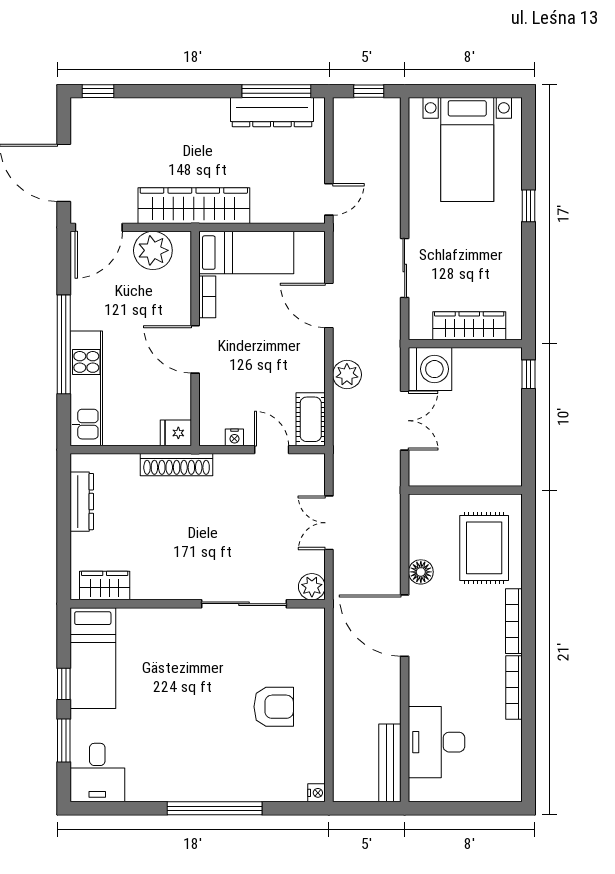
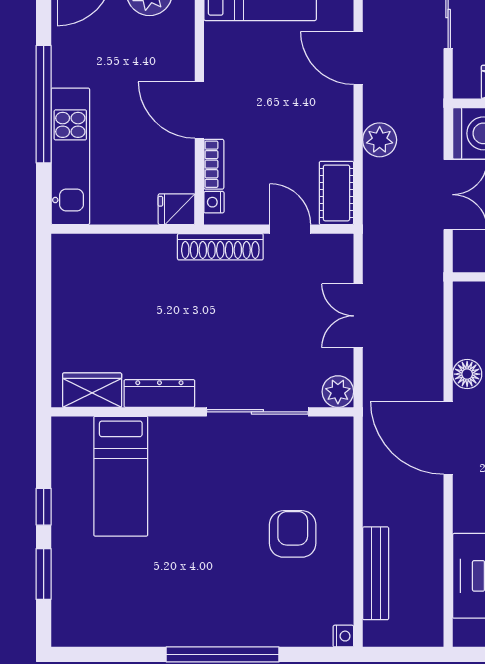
bookcase: (207, 297) -> (214, 164), moved
nightstand: (234, 437) -> (214, 202), moved, turned 90
shoe rack: (177, 465) -> (220, 247), moved
dresser: (82, 502) -> (159, 393), moved, turned -90
bed: (93, 658) -> (121, 476), moved
armchair: (274, 707) -> (293, 534), turned -90
bench: (390, 763) -> (376, 573), moved
desk: (97, 773) -> (83, 612), removed

